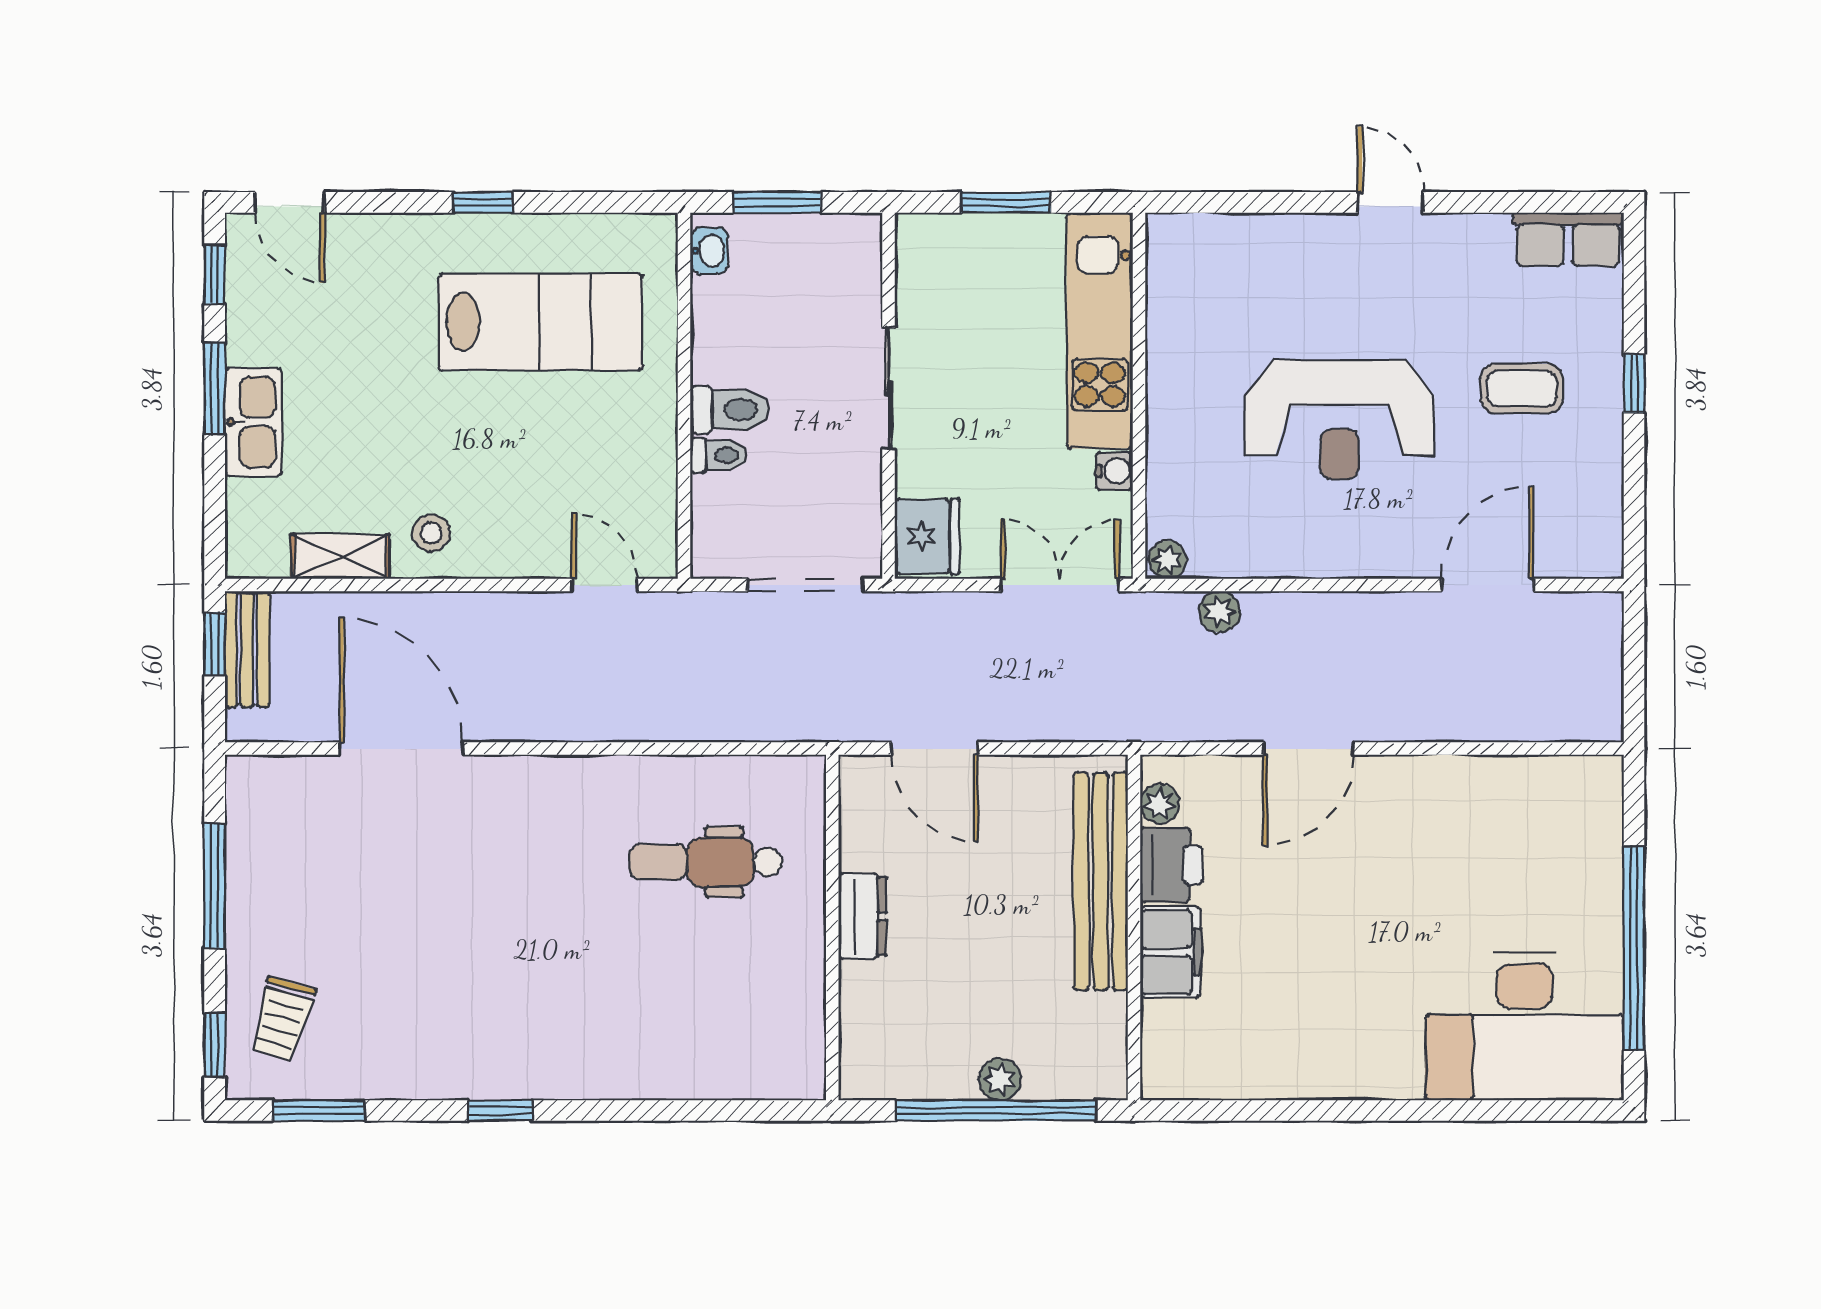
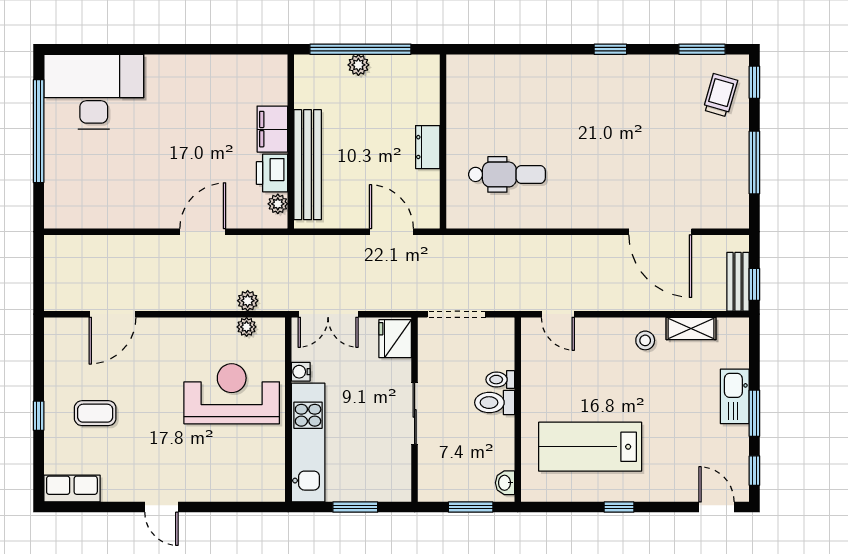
reception desk: (1339, 420) -> (232, 394), moved
plant: (1168, 560) -> (247, 327), moved

